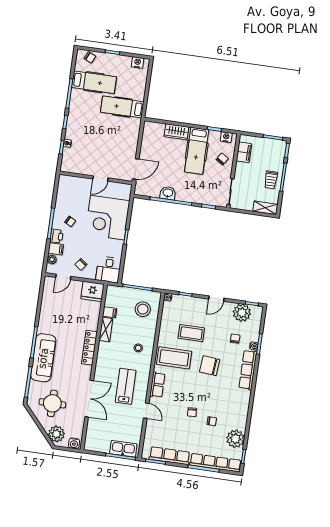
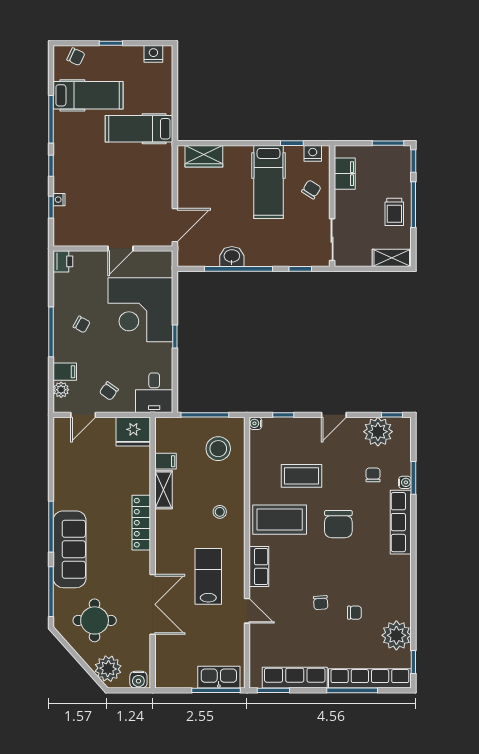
wardrobe: (176, 132) -> (204, 156), moved
printer: (56, 236) -> (63, 261), moved
chair: (210, 366) -> (338, 524), turned -95

